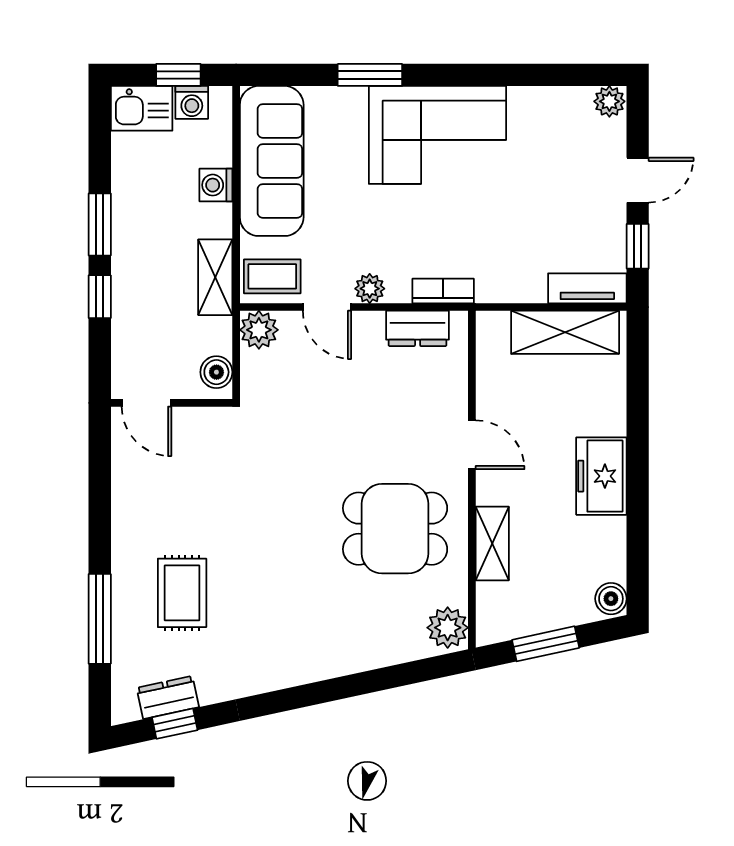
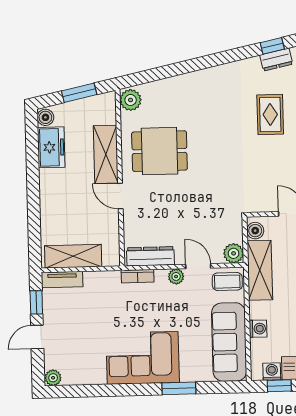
shelving: (215, 277) -> (260, 270), width x1.50, depth x1.33
dresser: (418, 328) -> (150, 256), width x1.44
freezer: (601, 476) -> (51, 147), moved
shelving: (492, 543) -> (106, 154), width x1.50, depth x1.33

